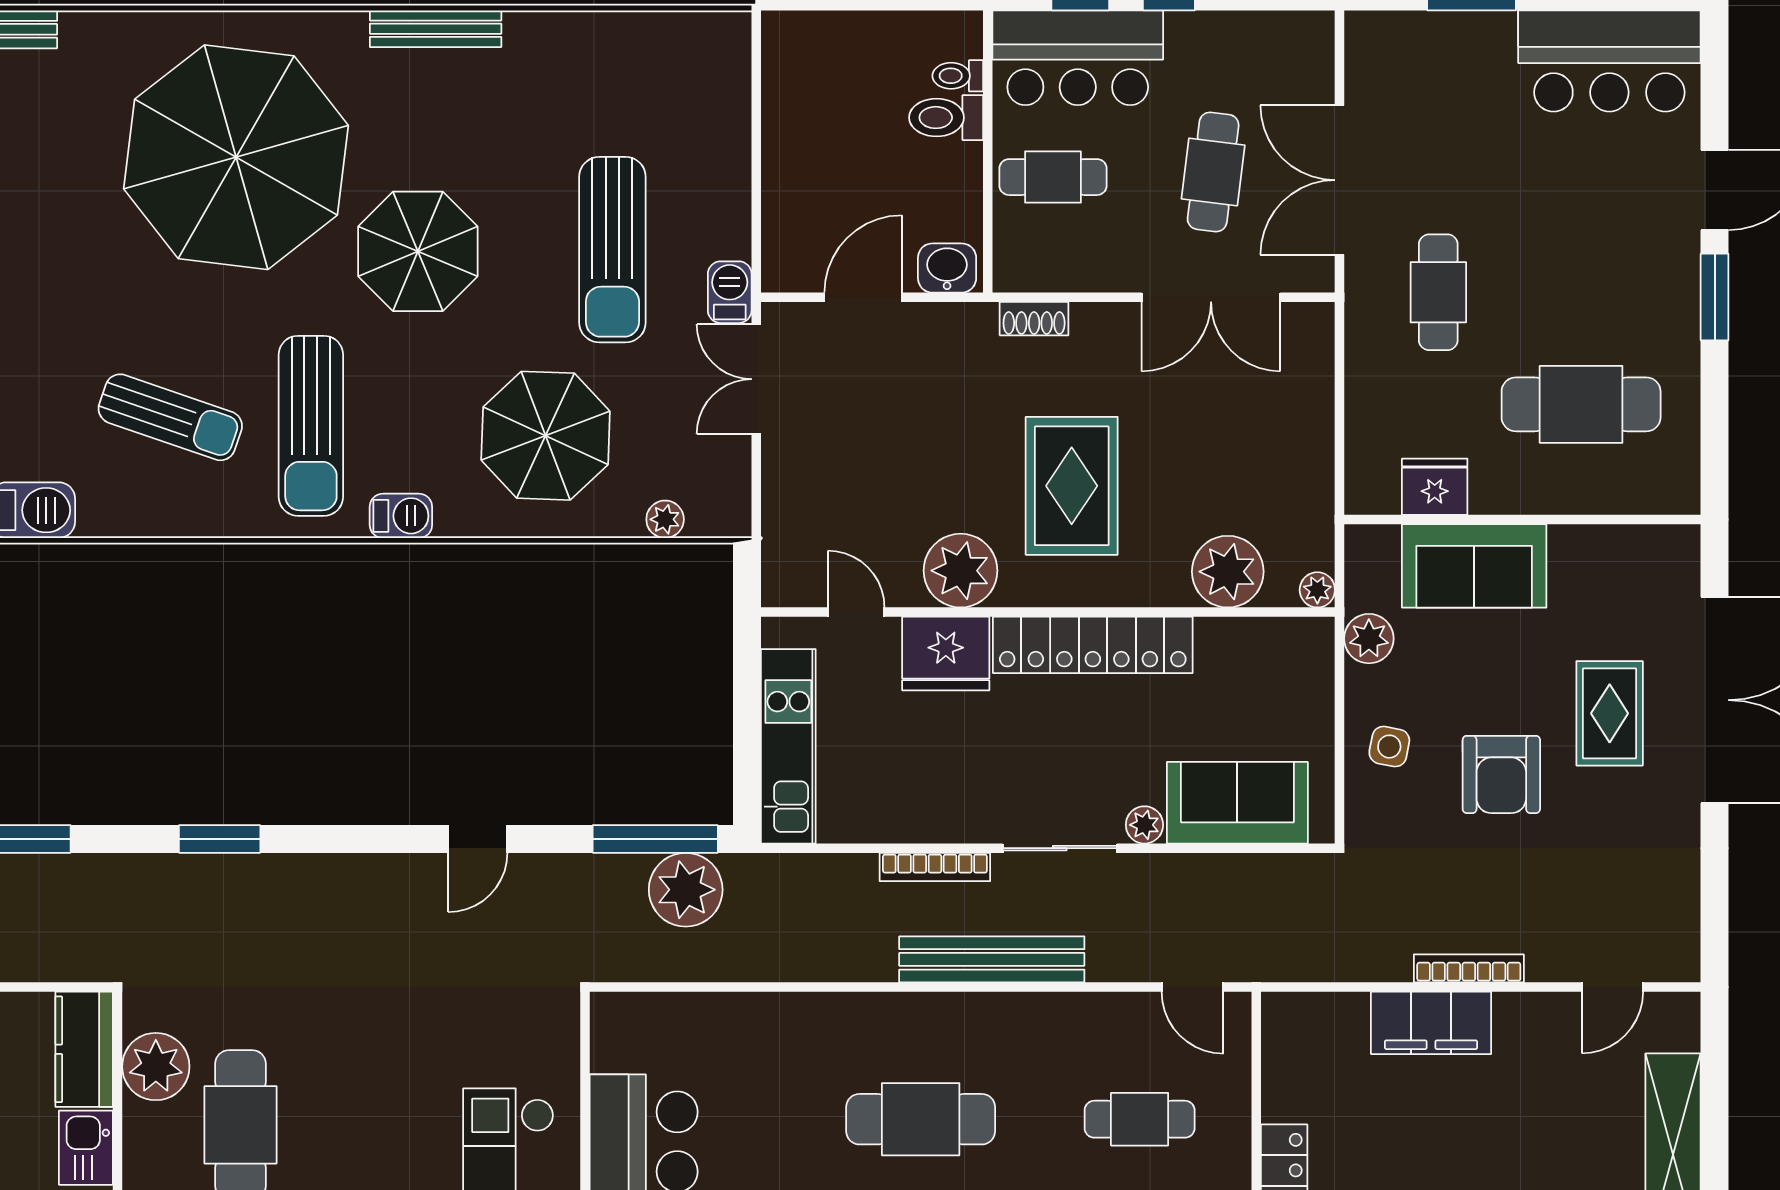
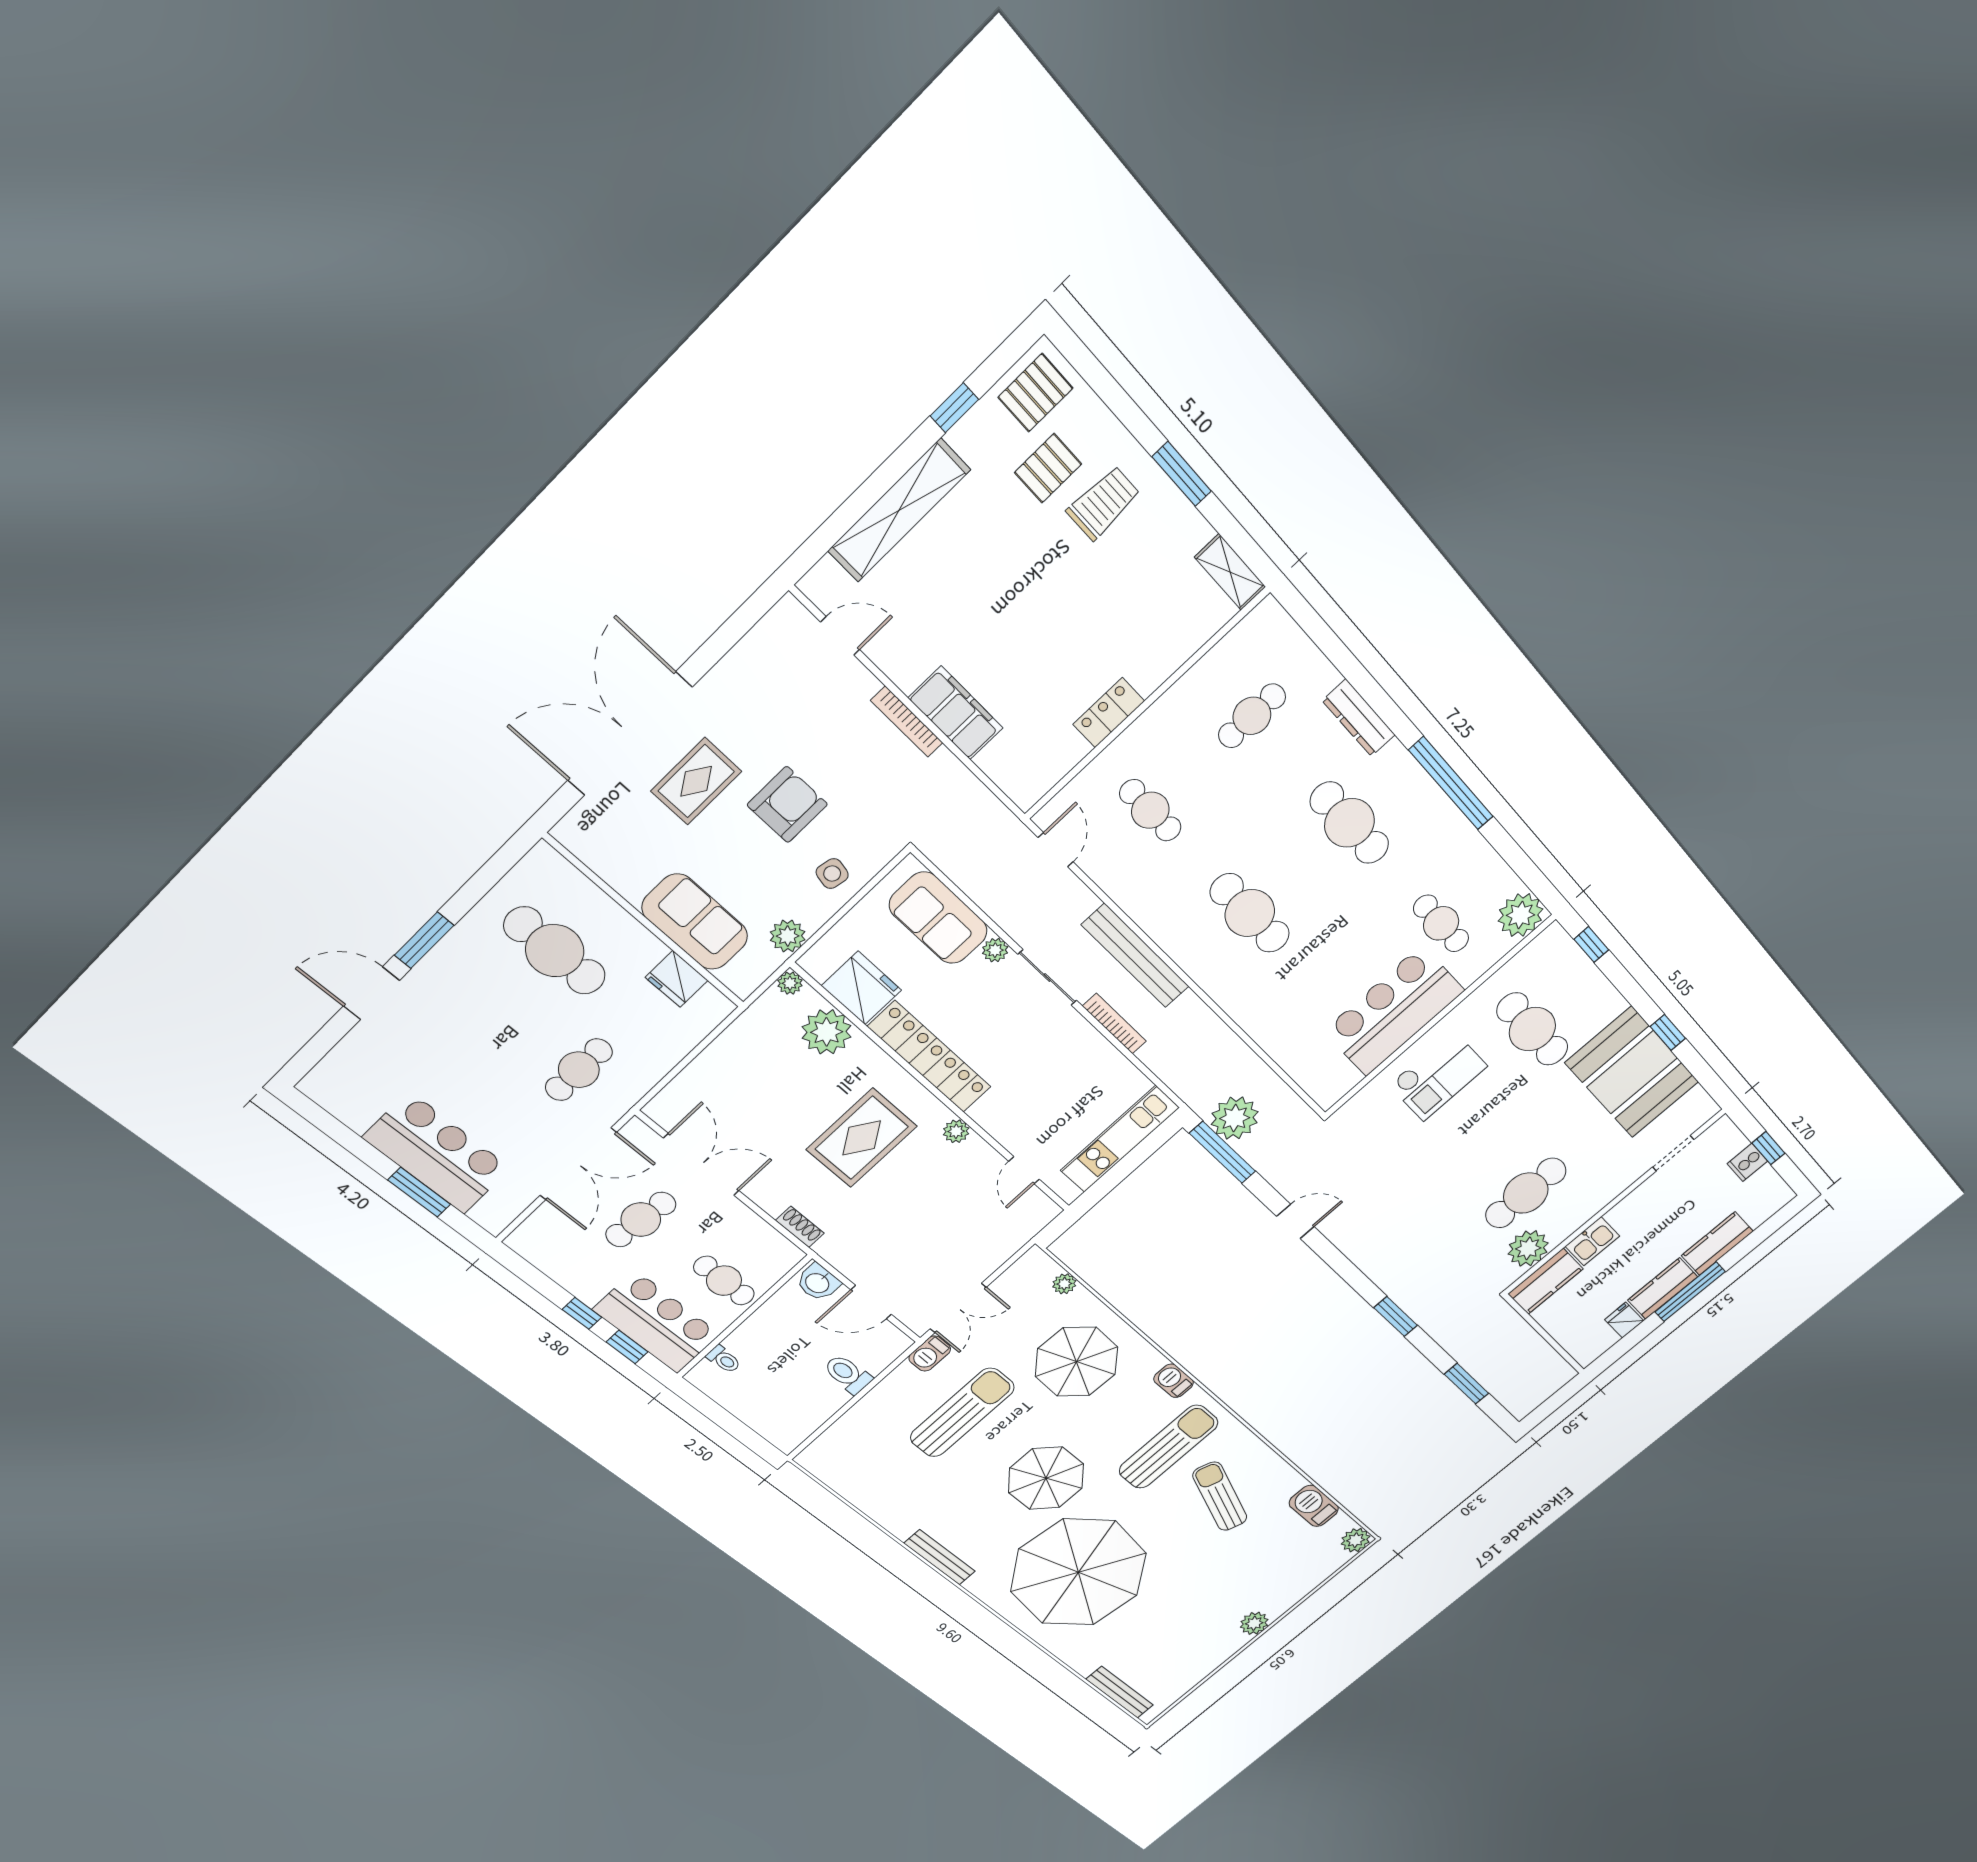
bar counter: (1609, 61) -> (437, 1153), moved
toilet: (946, 118) -> (848, 1374), moved, turned 180
plant: (961, 571) -> (956, 1131), width x0.53, depth x0.53
fridge: (946, 654) -> (861, 988), moved

